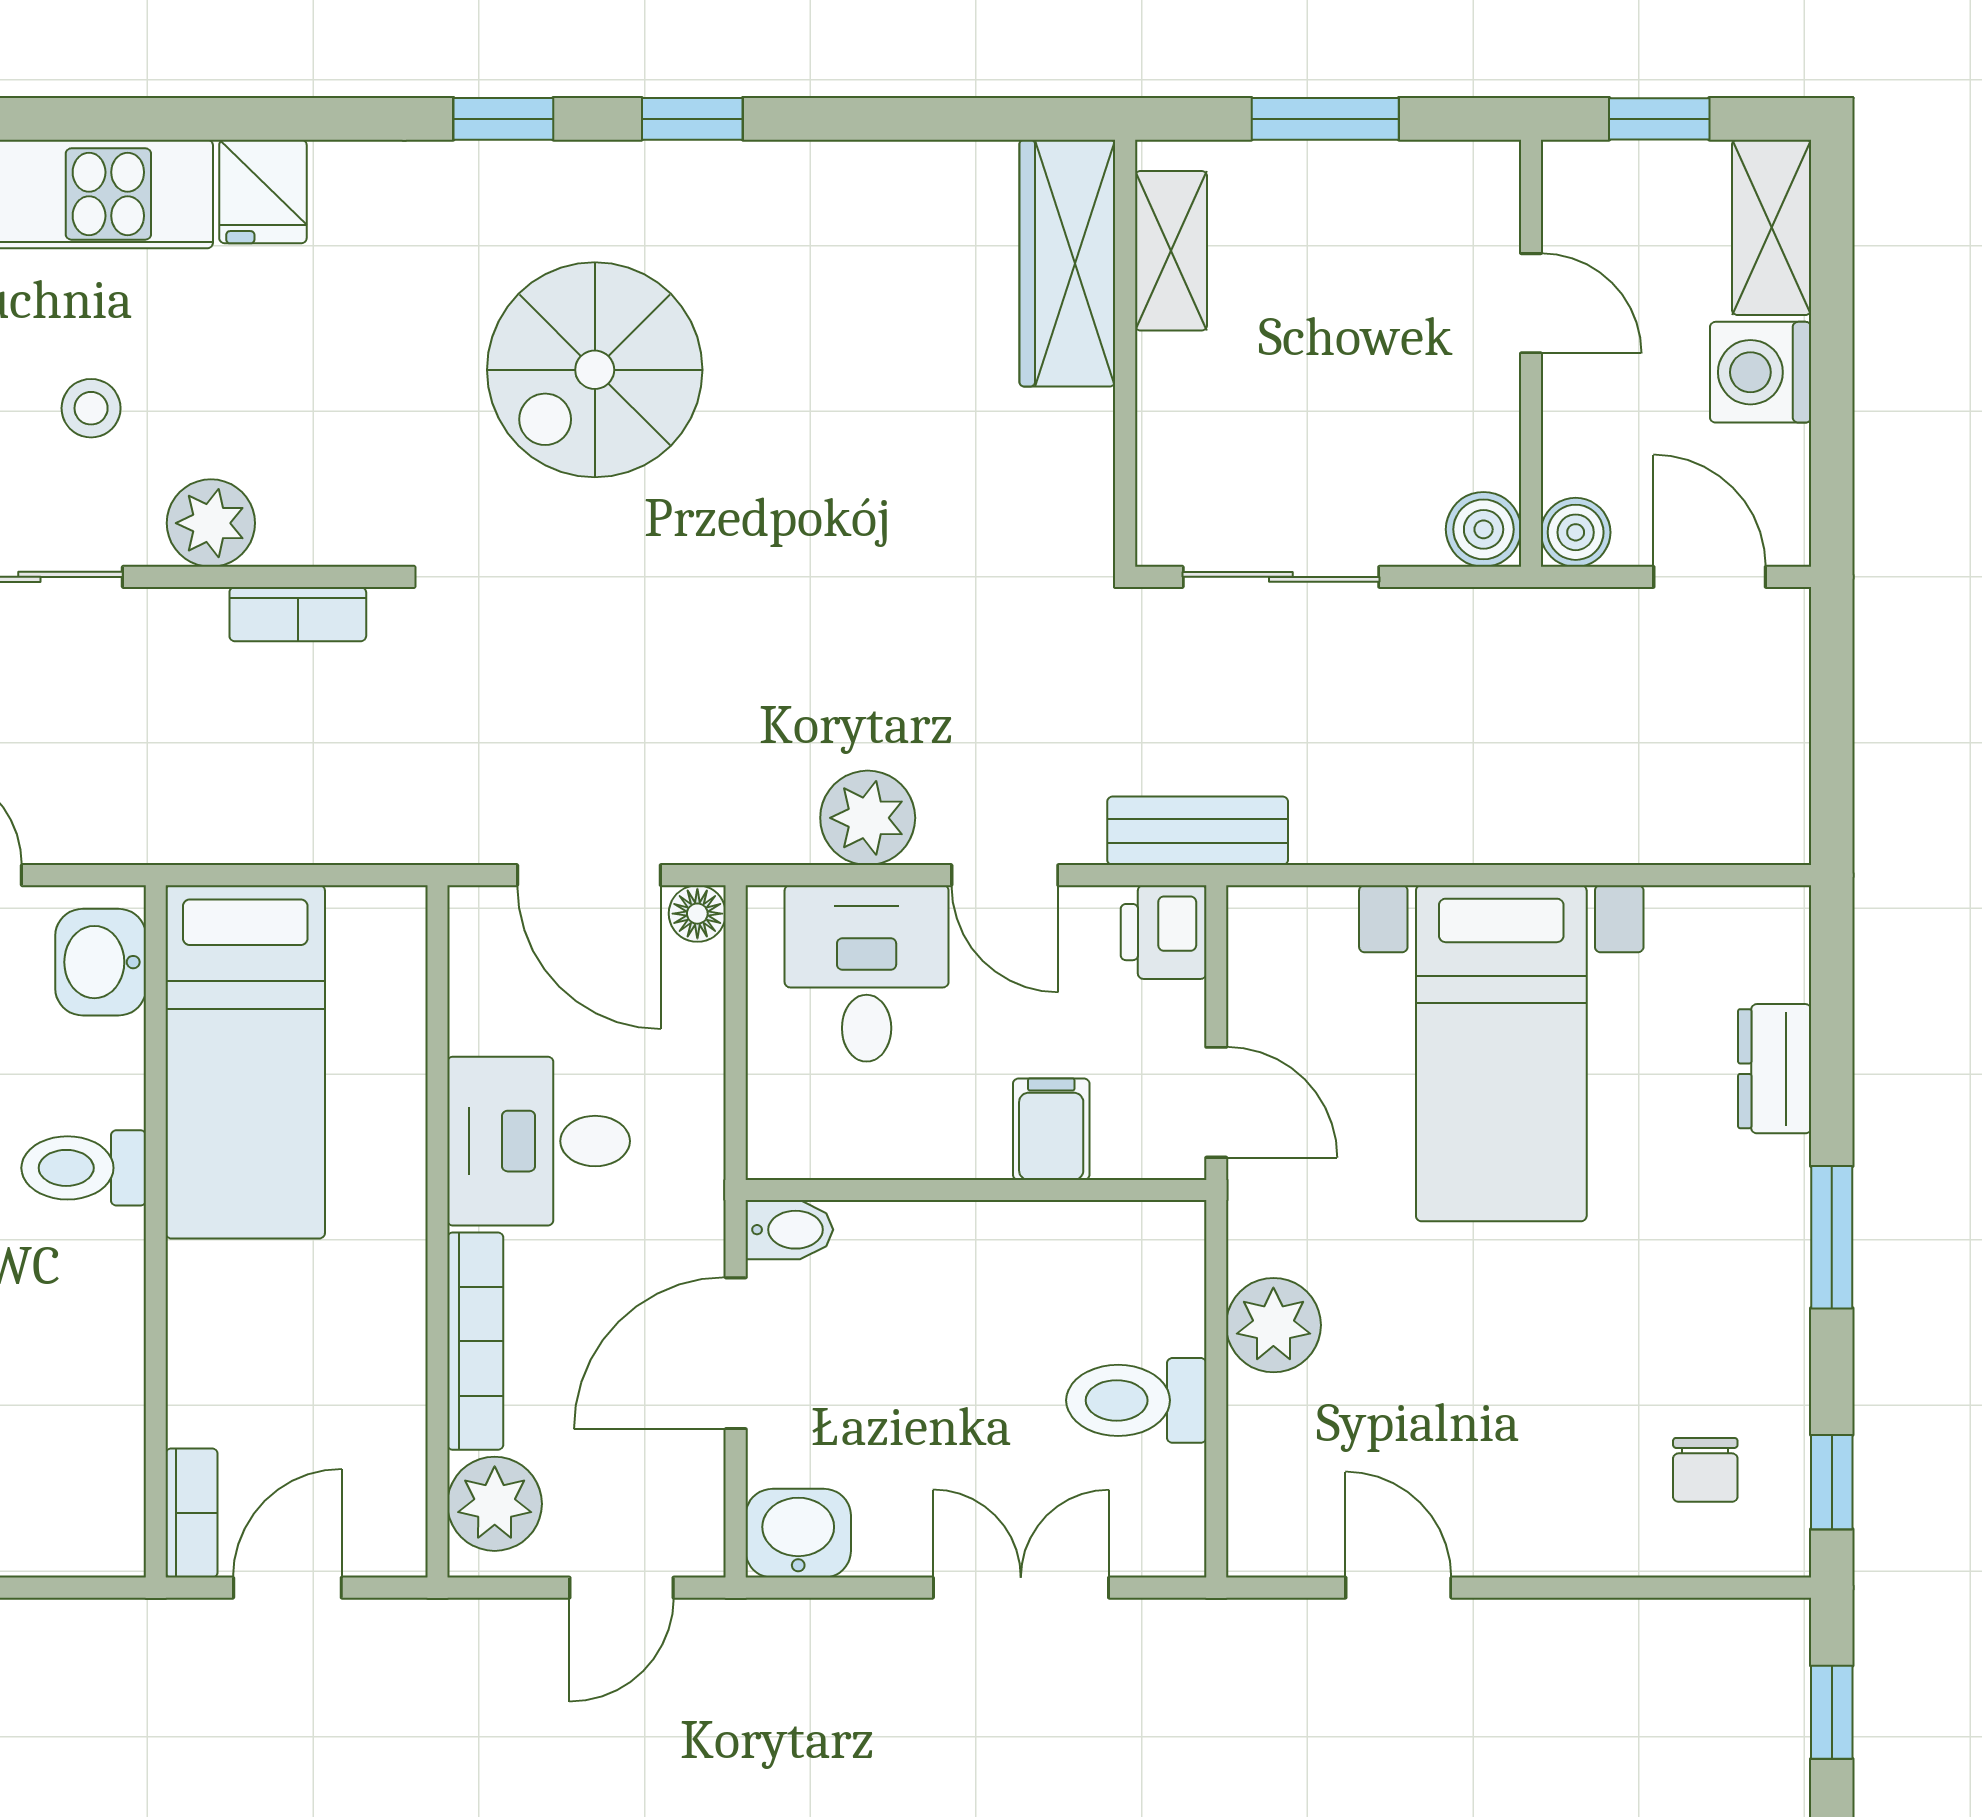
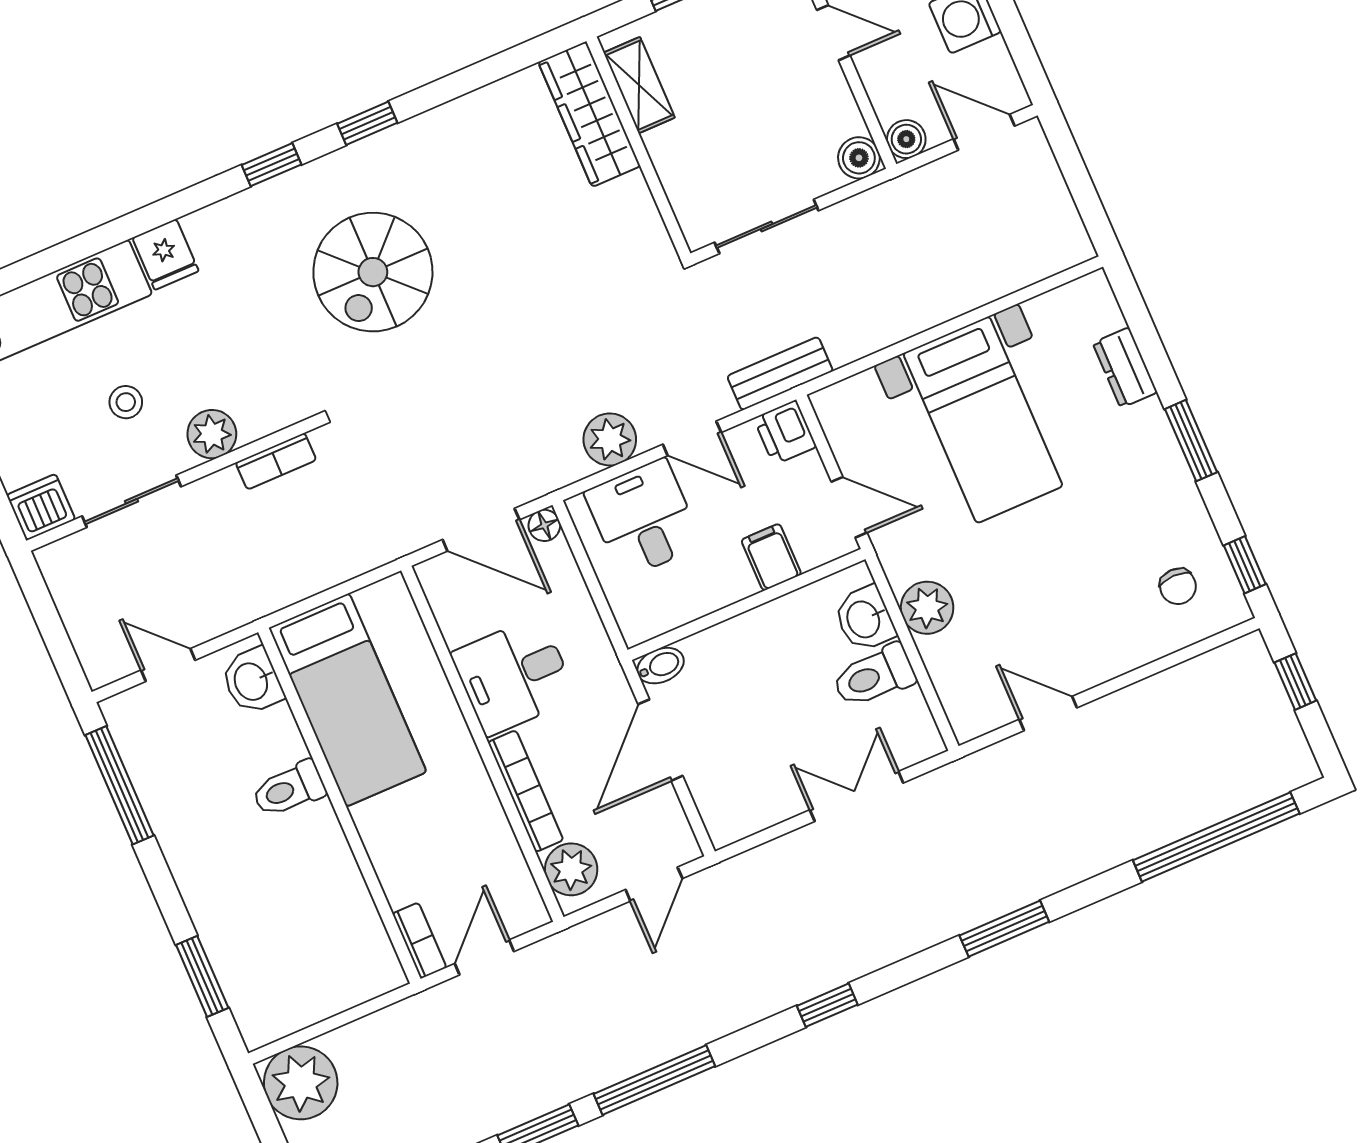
washbasin: (798, 1533) -> (865, 619), moved, turned -90

